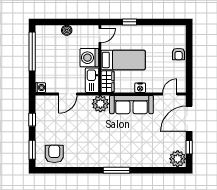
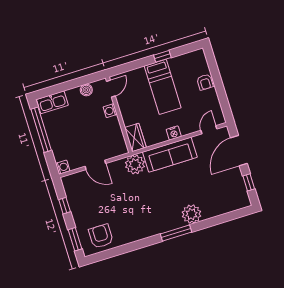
window: (129, 22) -> (162, 56), moved
boiler: (67, 30) -> (86, 90), moved
washing machine: (89, 58) -> (110, 111), width x0.53, depth x0.53
bed: (123, 60) -> (163, 87), moved, turned 90
kitchen sink: (92, 80) -> (52, 102), moved, turned -90
door: (68, 94) -> (95, 165), hinge flipped
plant: (178, 159) -> (192, 214), moved

